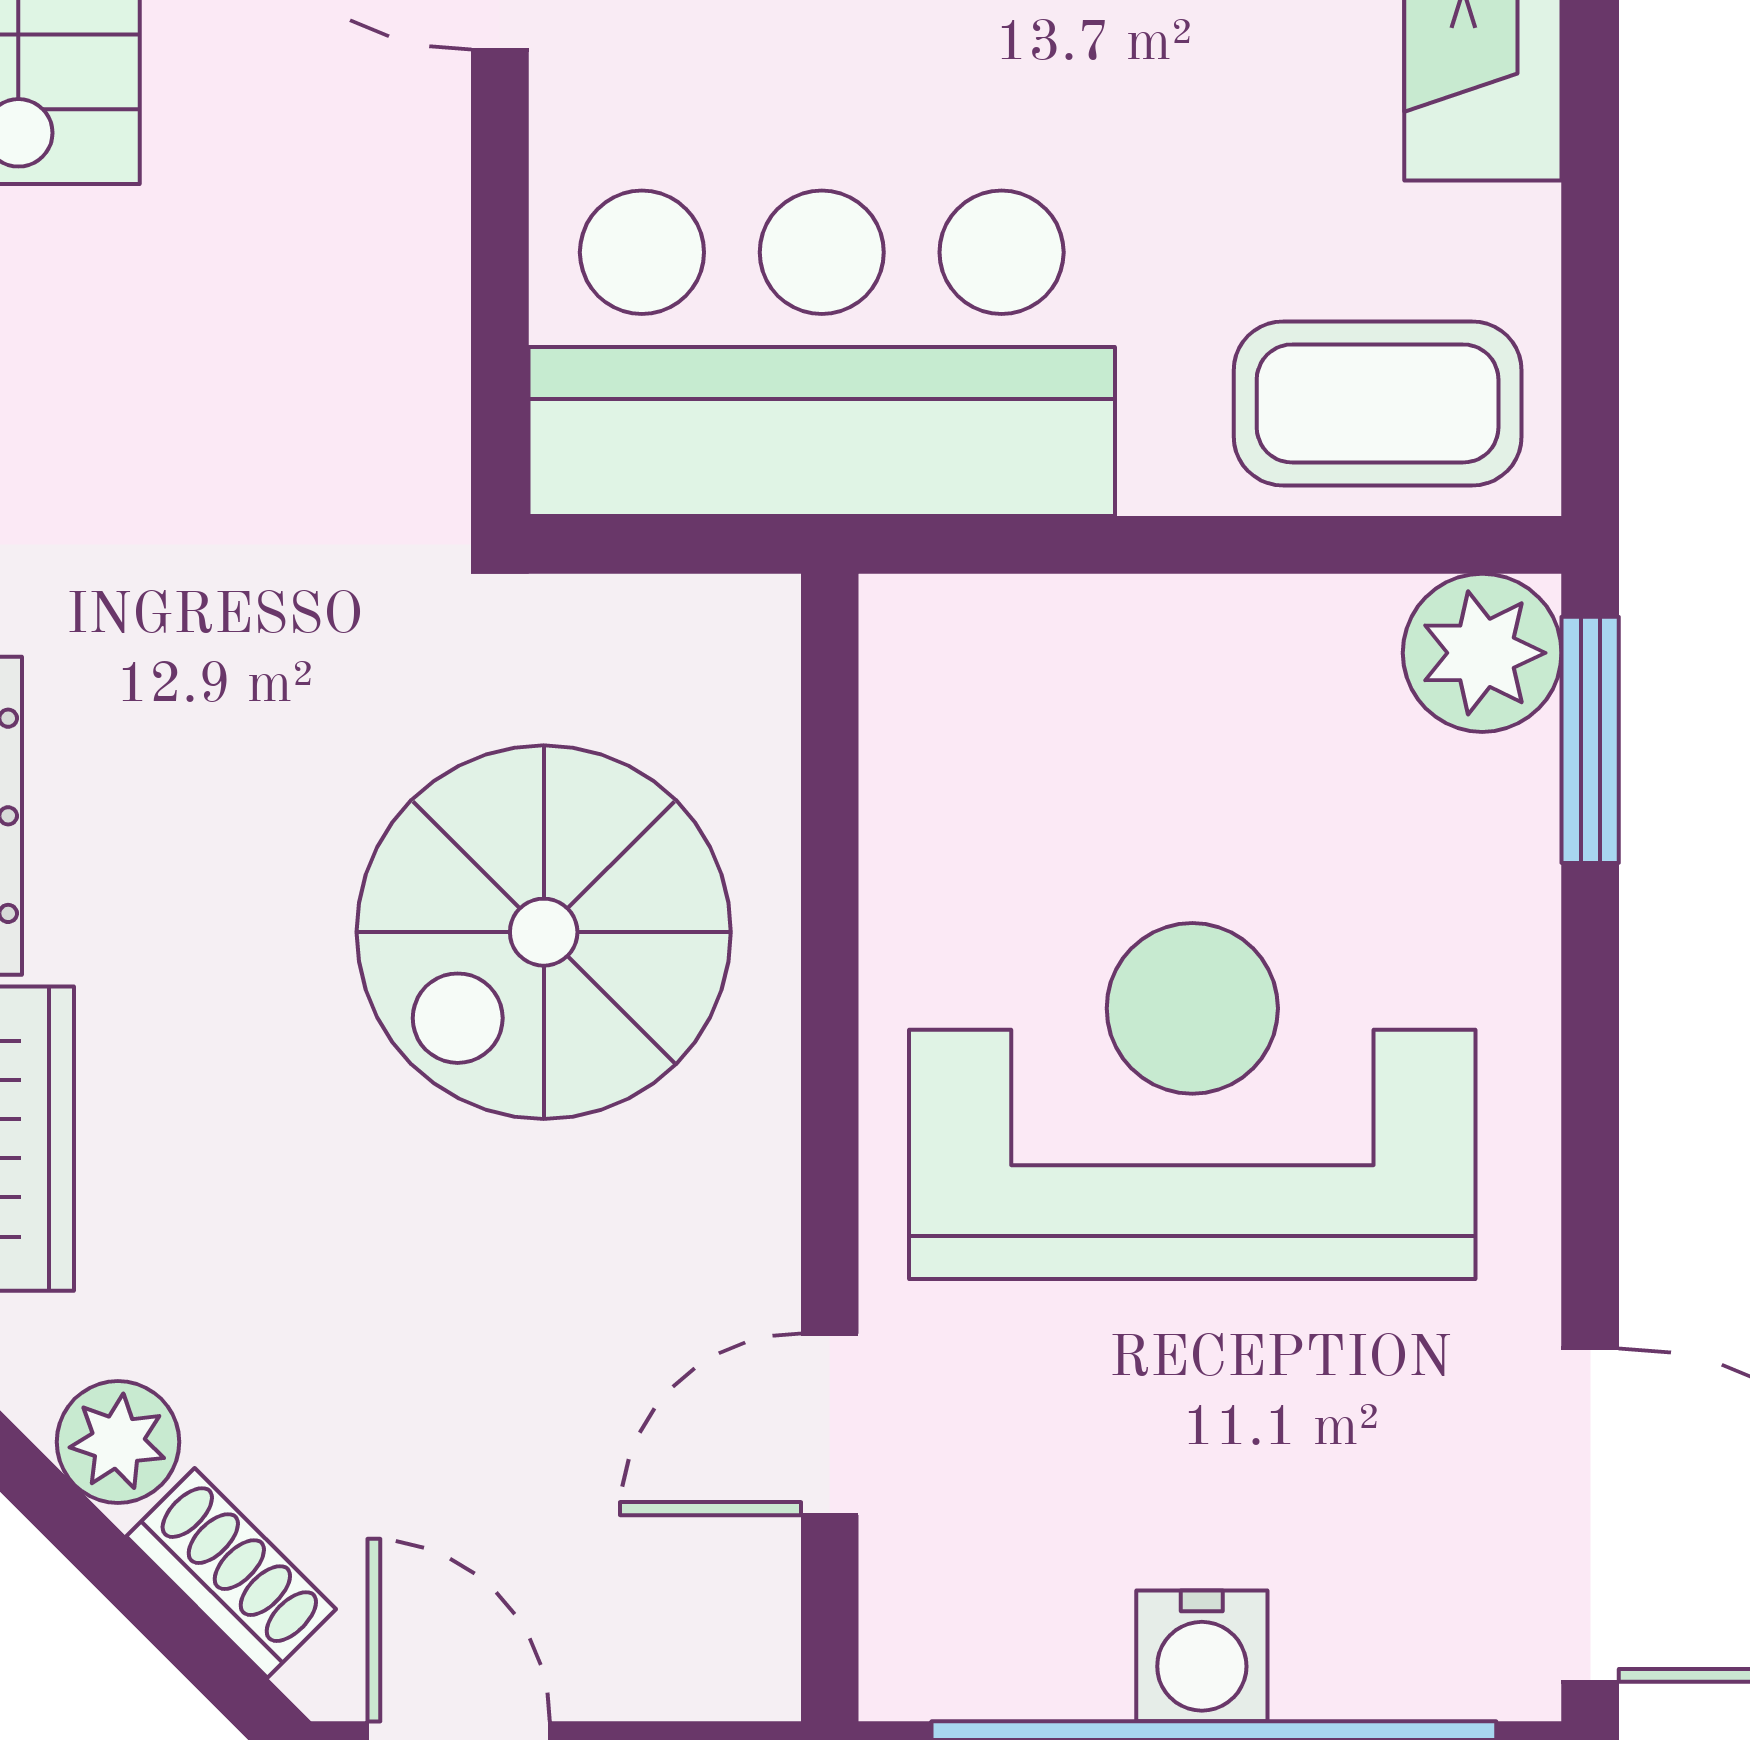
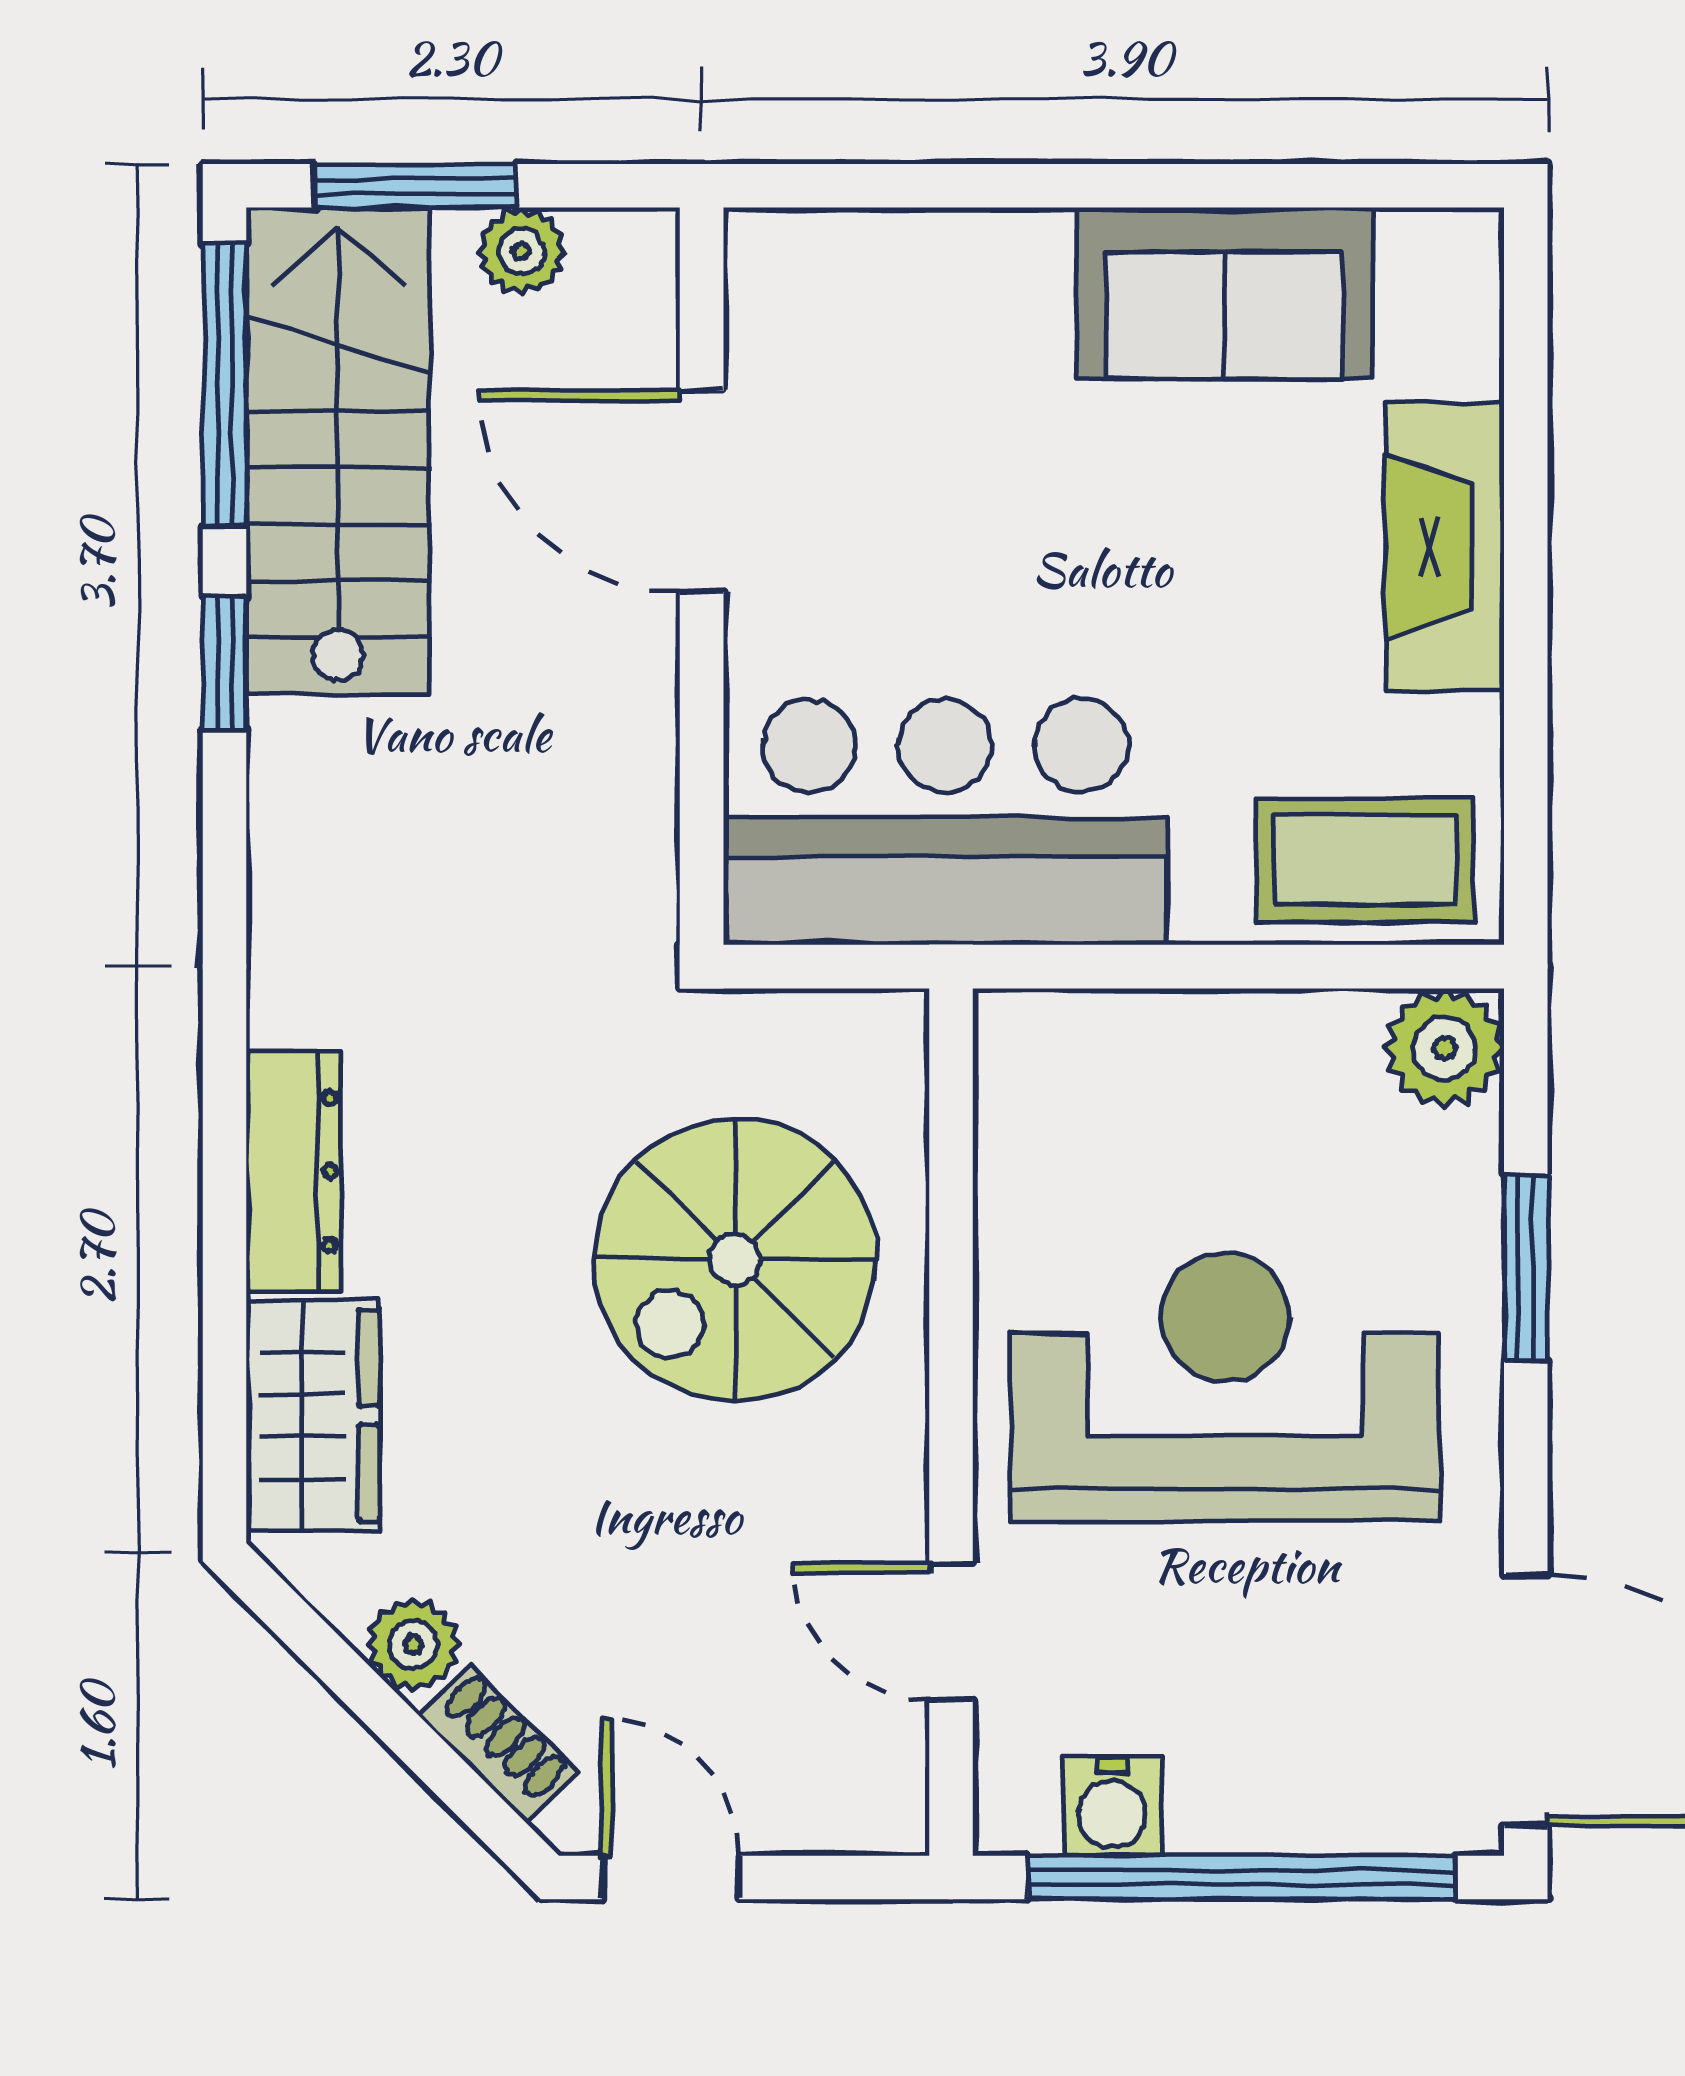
window: (1590, 740) -> (1526, 1268), moved
door: (830, 1424) -> (951, 1631), hinge flipped
water cooler: (1202, 1656) -> (1112, 1806), moved

